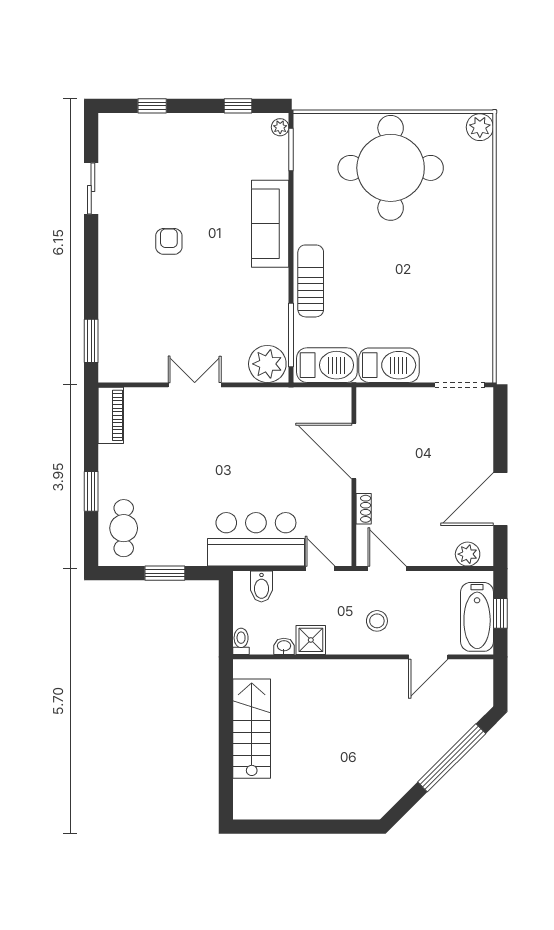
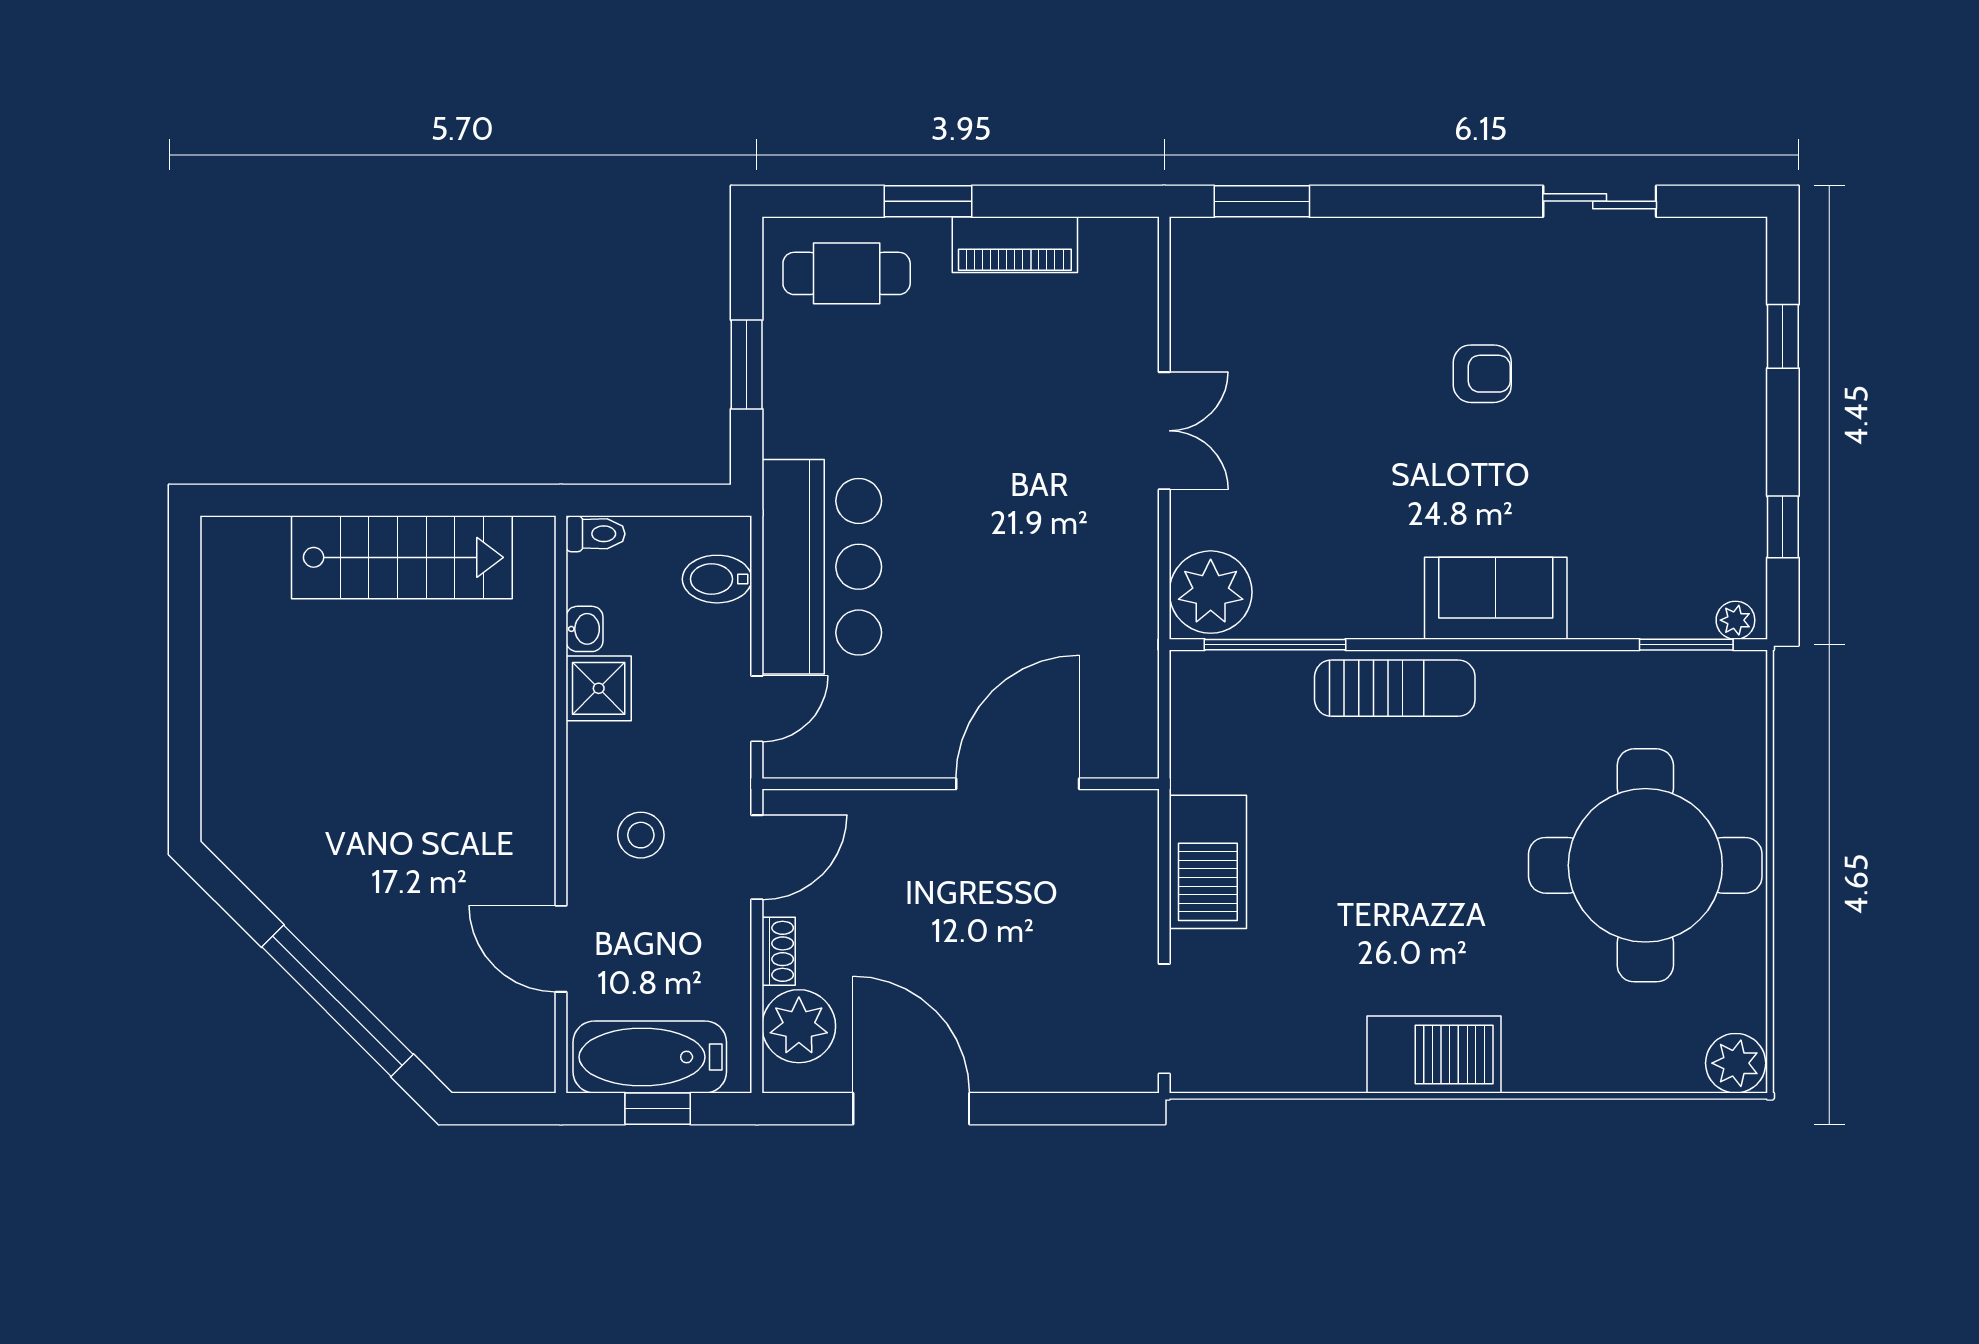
sofa: (270, 224) -> (1496, 598), width x0.73
barbecue: (327, 365) -> (1434, 1055), moved, turned -90
piano: (111, 415) -> (1015, 245), moved
shoe rack: (364, 509) -> (779, 951), moved, turned -90
plant: (468, 554) -> (799, 1026), width x1.36, depth x1.36

